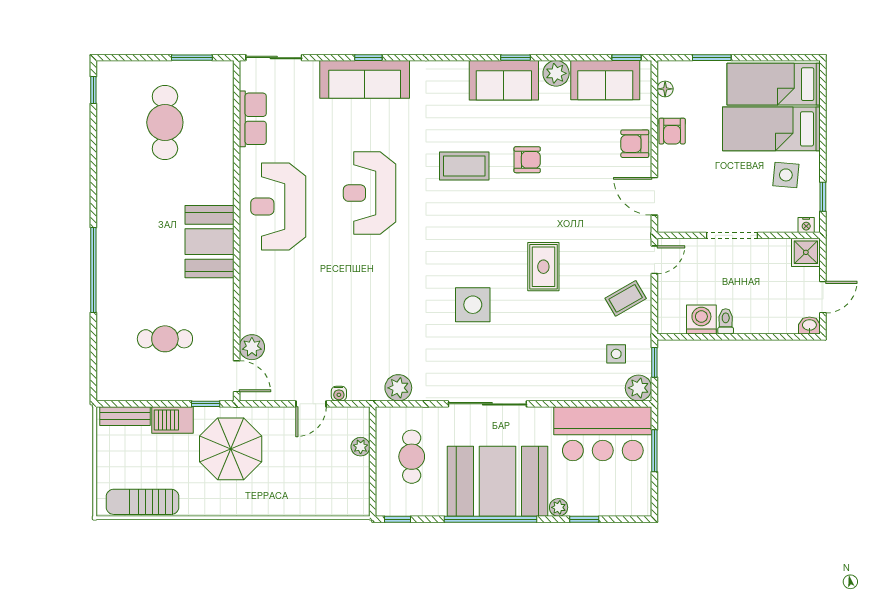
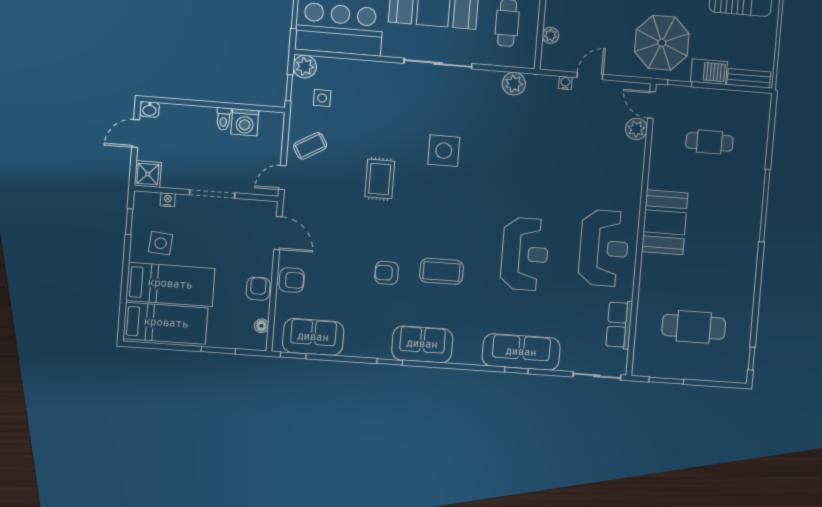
plant: (556, 73) -> (356, 346), removed
sofa: (504, 80) -> (422, 344), moved
cafe table: (165, 122) -> (694, 327), turned 90
nightstand: (806, 225) -> (168, 200), moved

